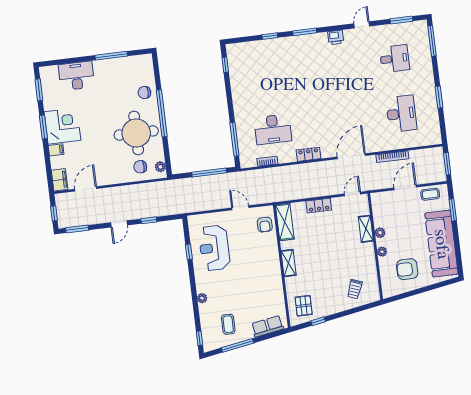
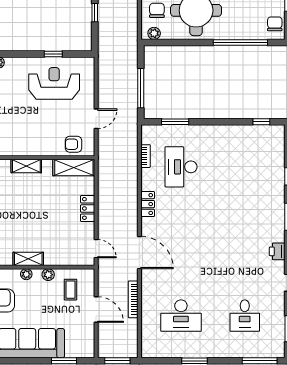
chair: (144, 92) -> (275, 24), moved
window: (162, 113) -> (240, 42), moved
window: (234, 139) -> (175, 122), width x0.69
coffee table: (430, 194) -> (71, 290), moved
shelving: (366, 229) -> (28, 259), moved

